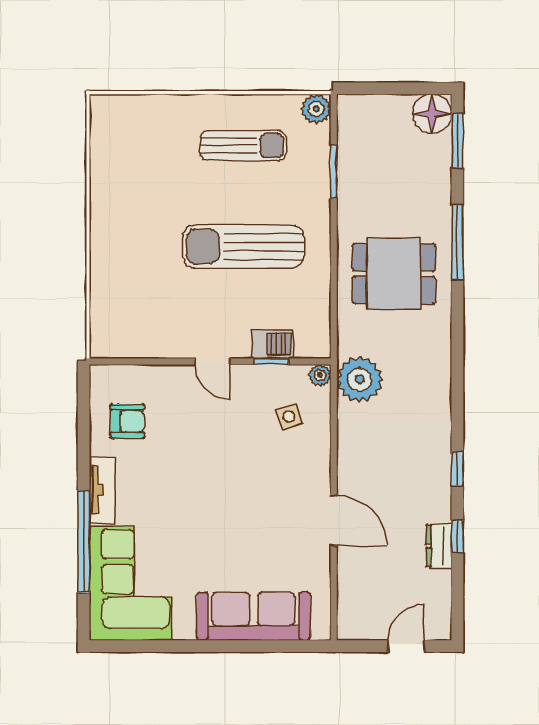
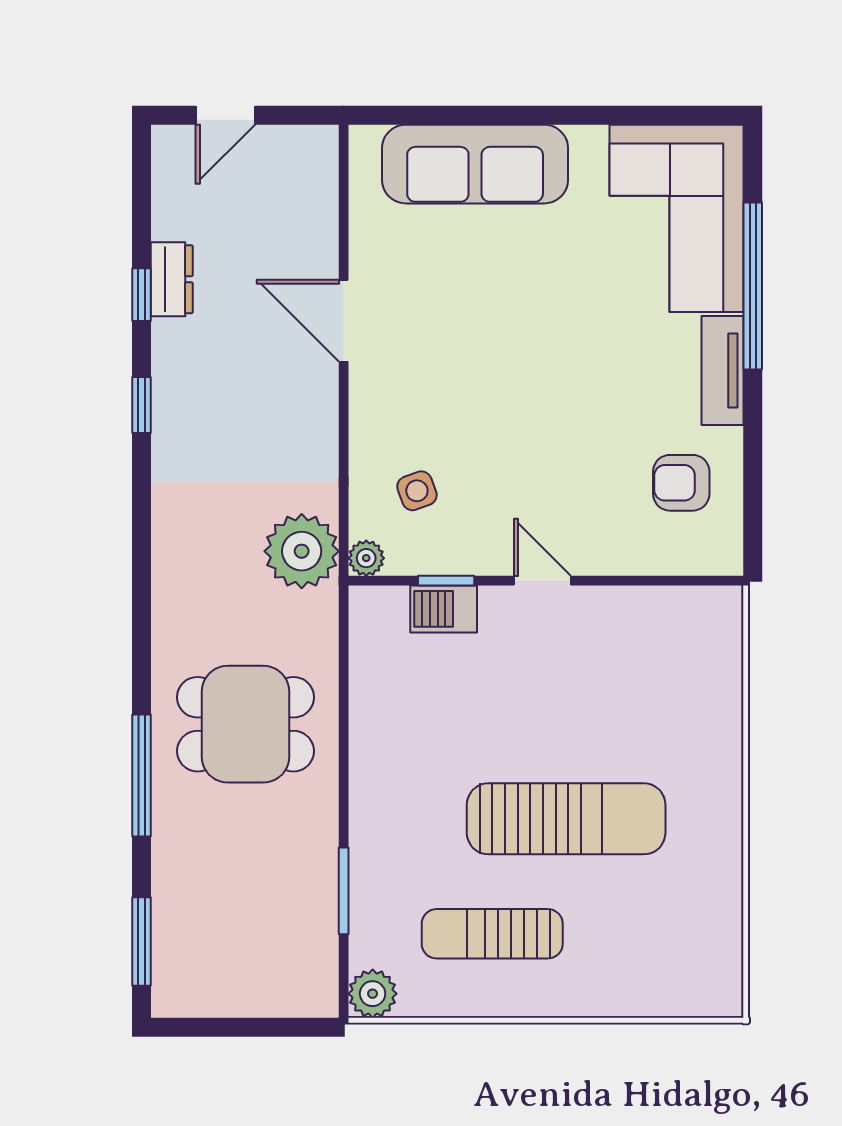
floor lamp: (432, 114) -> (183, 986), removed
sun lounger: (243, 246) -> (566, 819), moved

